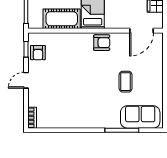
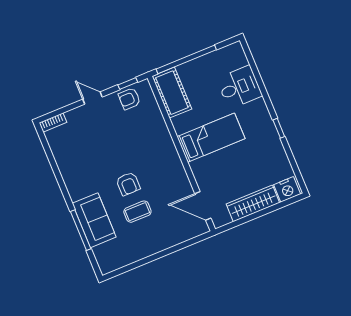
cot: (62, 19) -> (172, 93), moved
armchair: (102, 43) -> (128, 184), moved
sofa: (140, 117) -> (94, 220), moved

